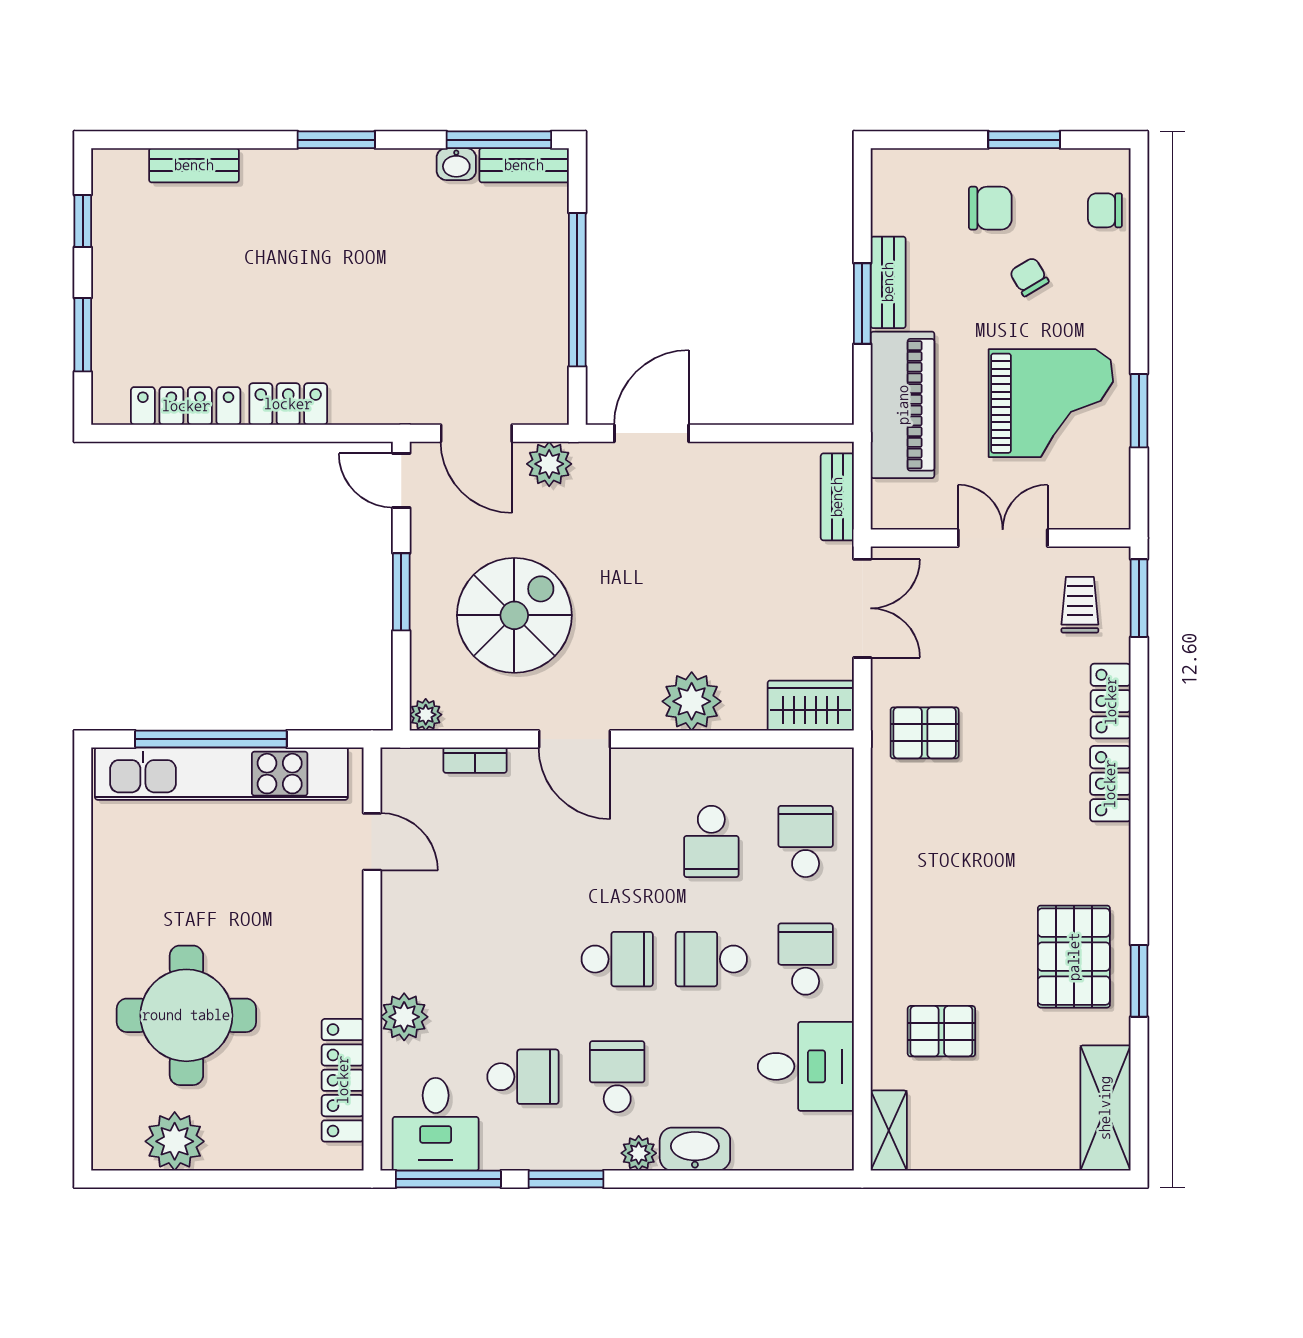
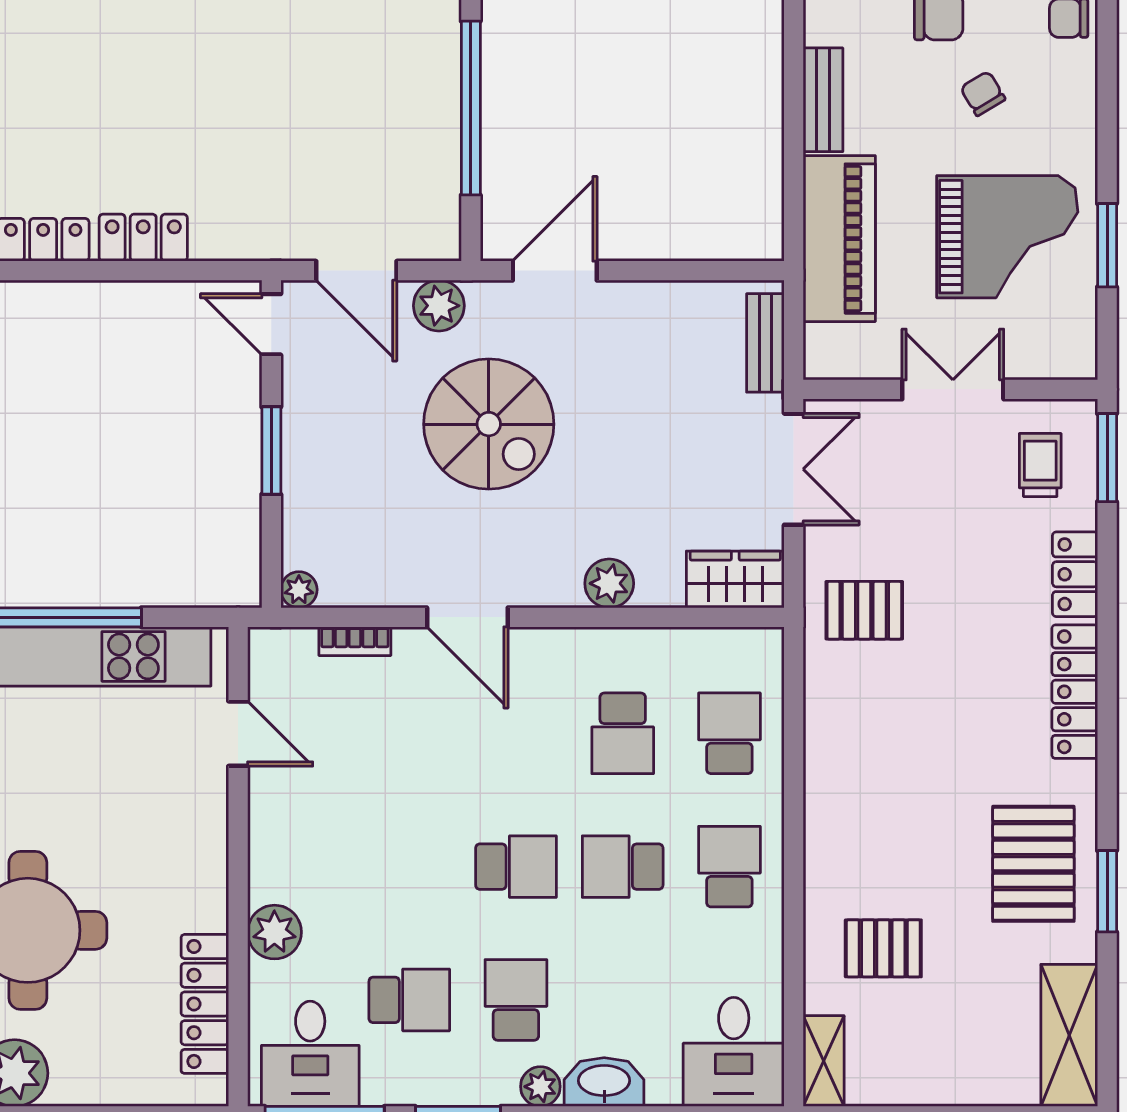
window: (862, 303) -> (794, 124), removed
spiral stairs: (514, 615) -> (489, 424), moved, turned 90
plant: (692, 701) -> (609, 583), width x0.73, depth x0.73
locker: (1110, 784) -> (1075, 692), width x1.53
desk: (806, 1066) -> (734, 1052), moved, turned 90

